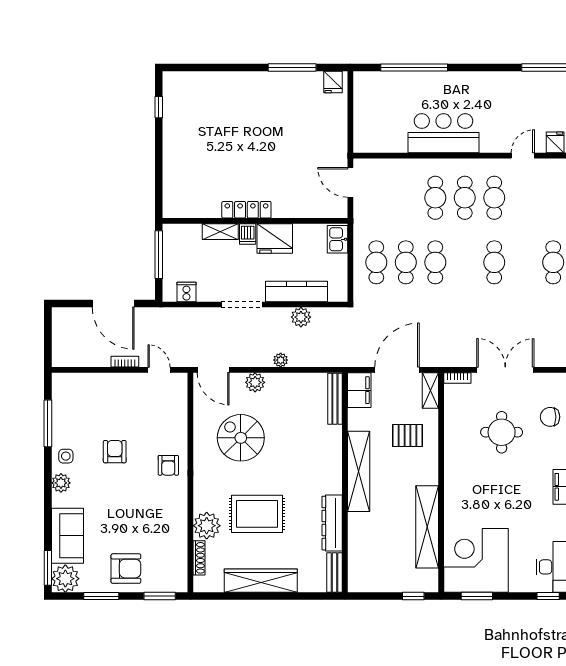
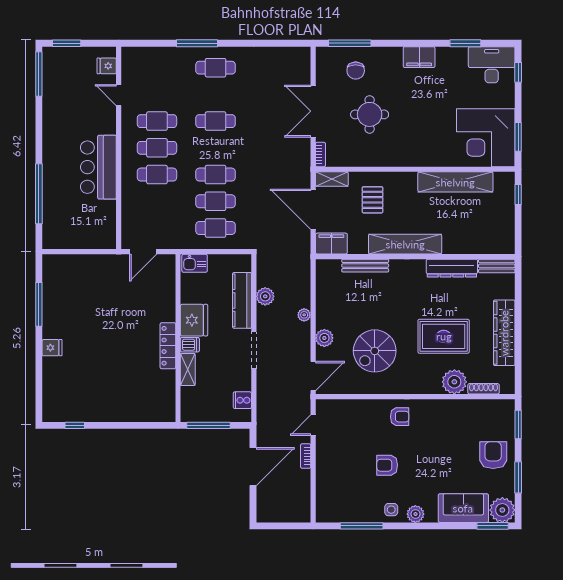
fridge: (333, 82) -> (52, 348), moved
bench: (335, 399) -> (365, 266), moved
rug: (257, 514) -> (444, 336), turned 90

